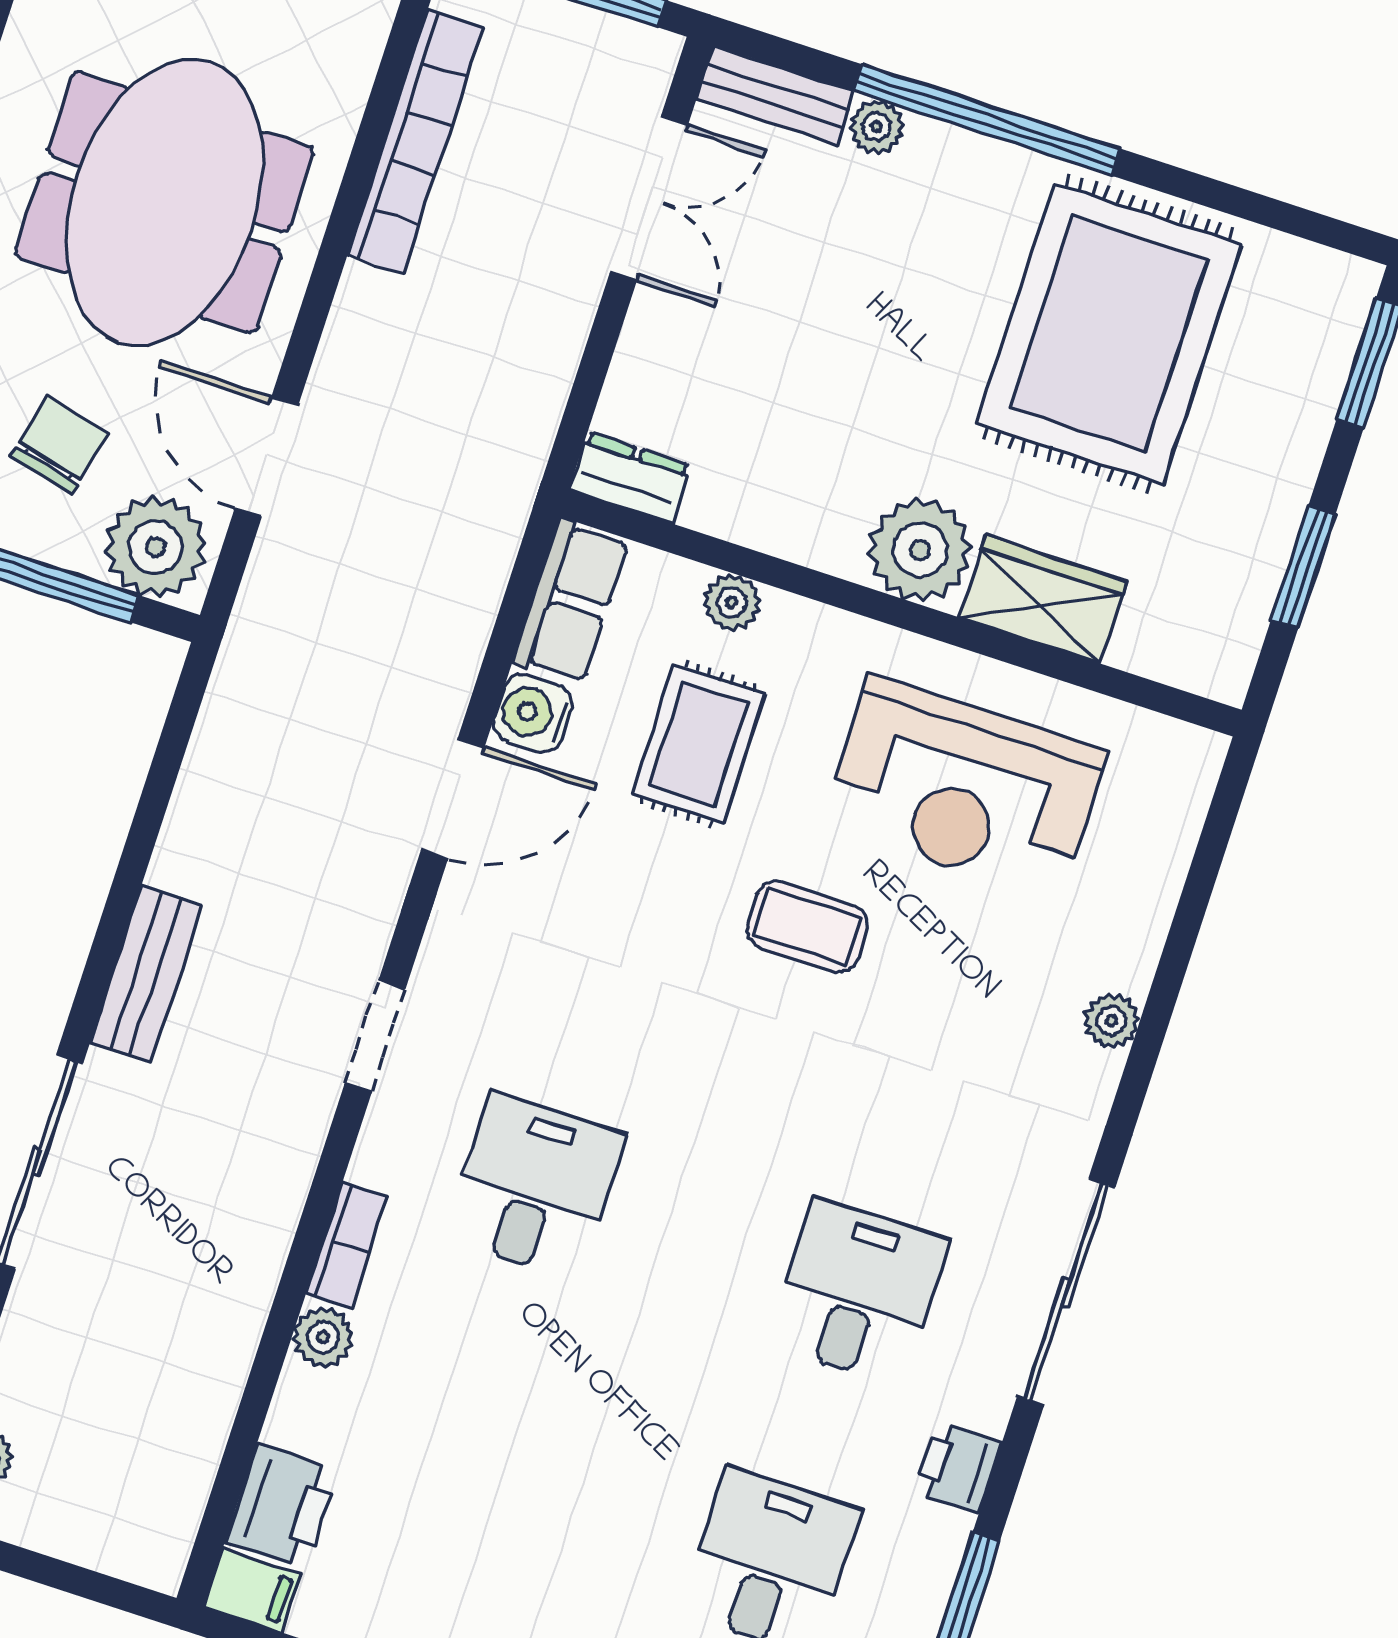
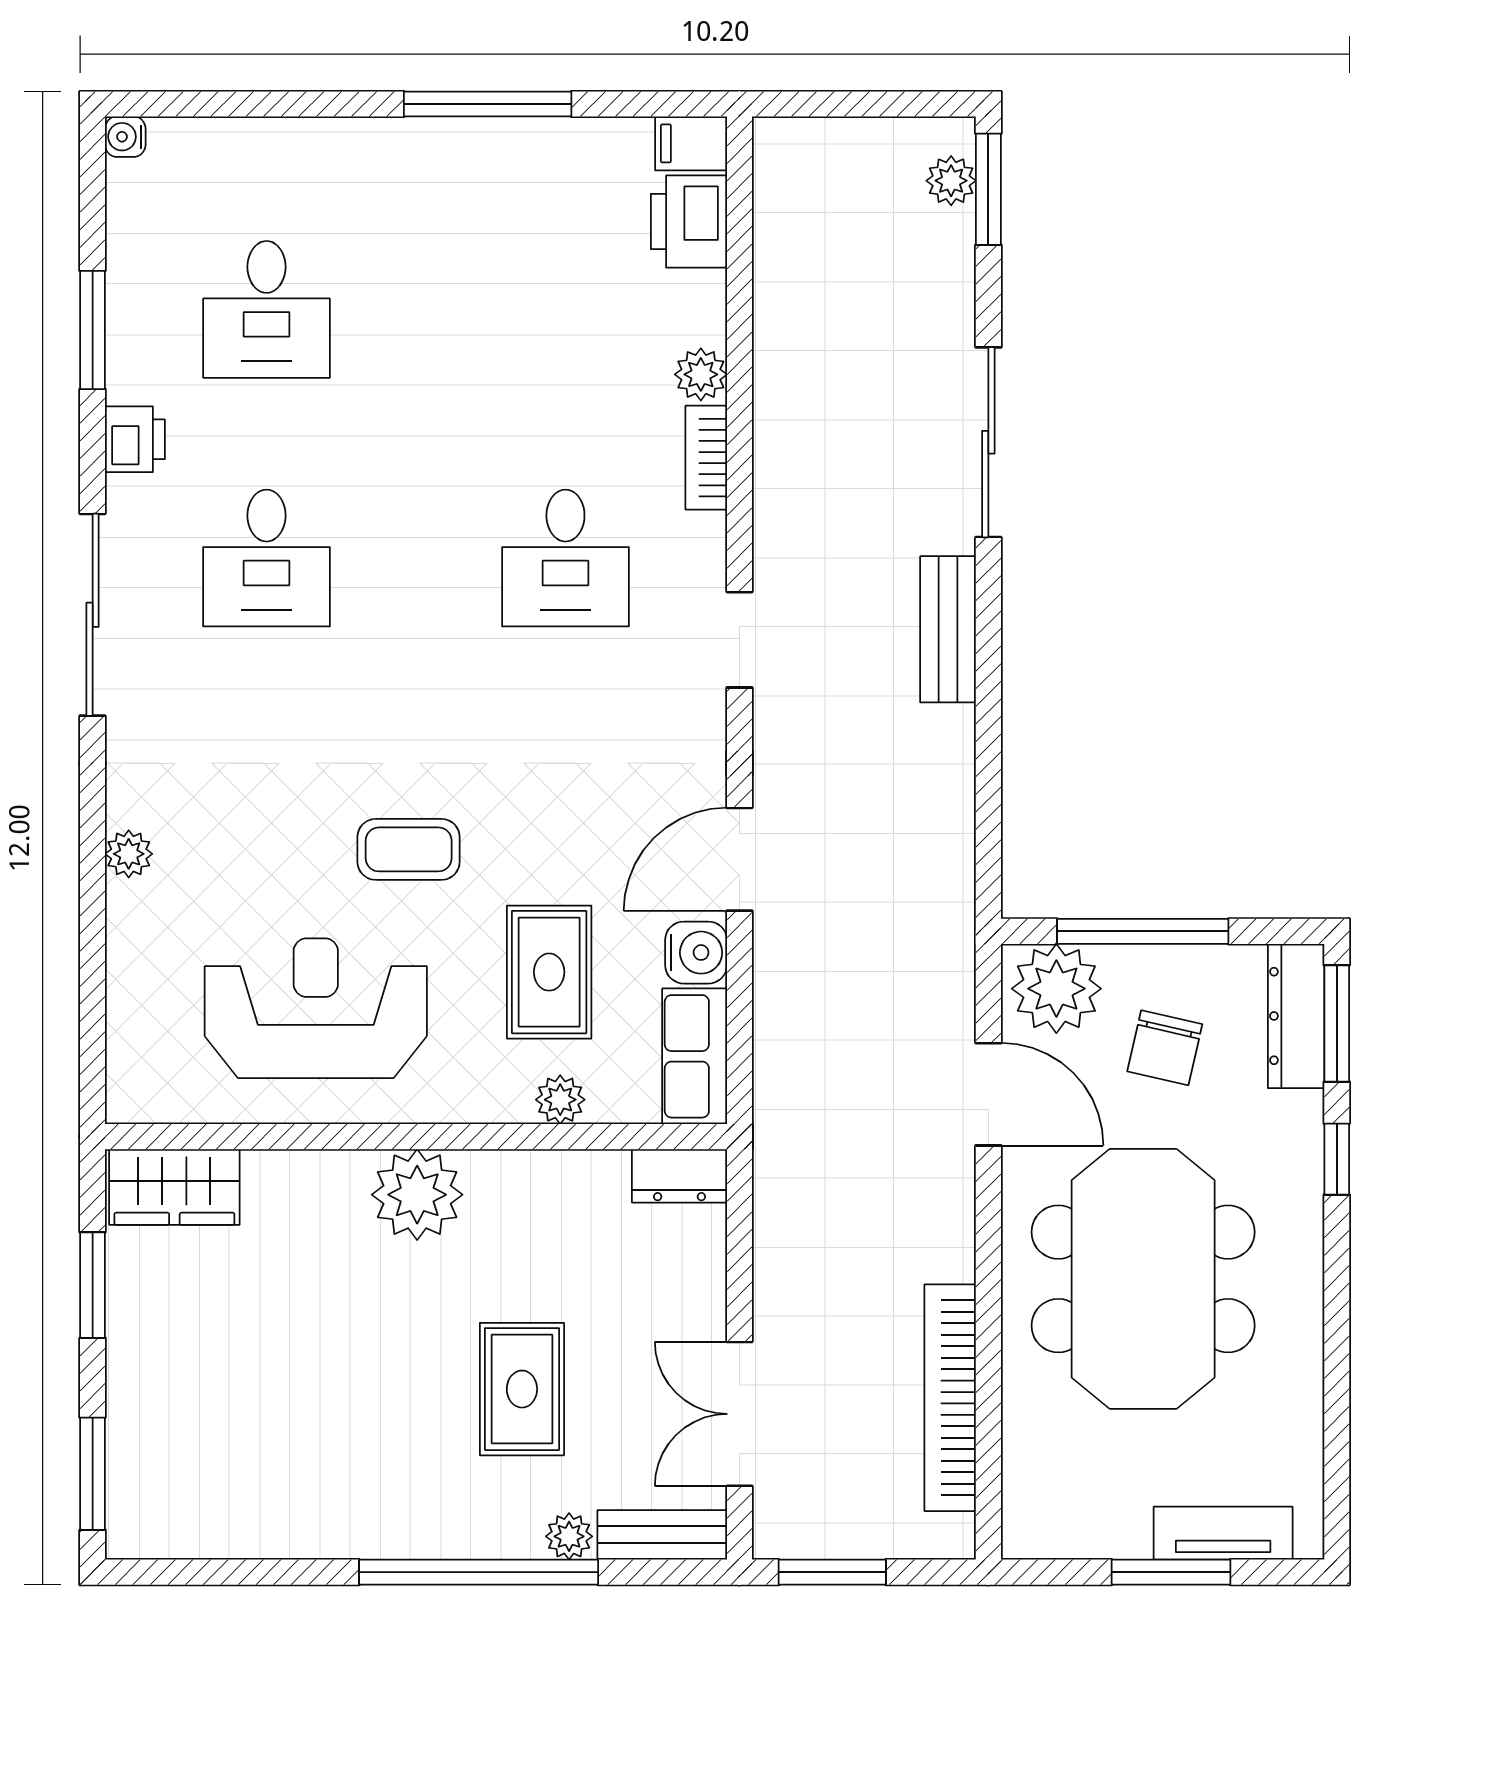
rug: (1109, 334) -> (522, 1389), moved, width x0.54, depth x0.49
wardrobe: (1043, 599) -> (174, 1187), moved

